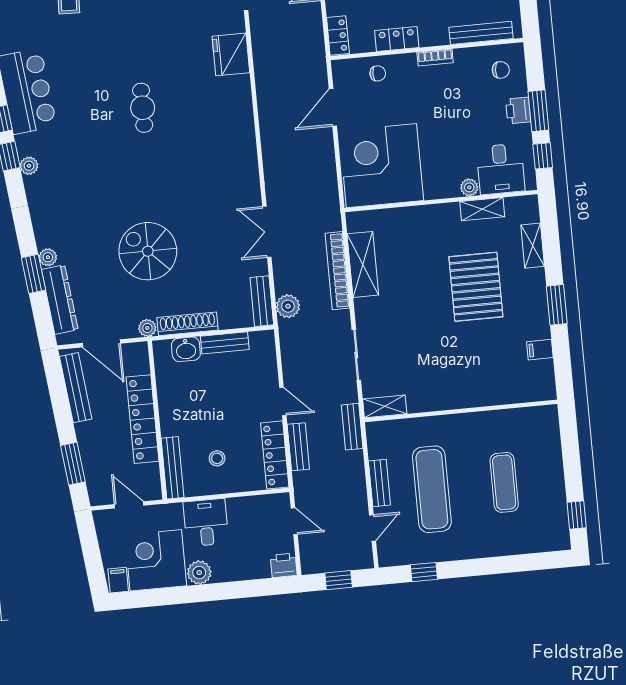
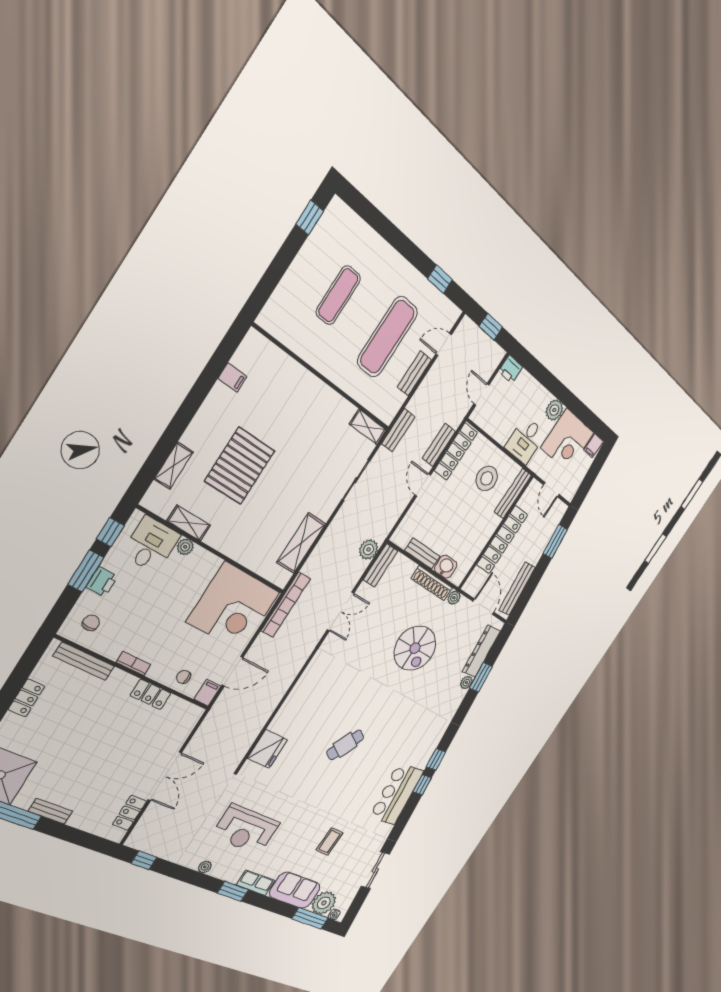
locker: (338, 36) -> (189, 721), removed
chair: (501, 70) -> (91, 623), turned 86
filing cabinet: (342, 73) -> (207, 693), added
cafe table: (143, 108) -> (345, 745), turned 30
plant: (29, 166) -> (431, 747), removed
bookcase: (337, 271) -> (286, 605), moved
window: (557, 305) -> (192, 403), removed
stool: (217, 458) -> (487, 478), width x1.89, depth x1.89

